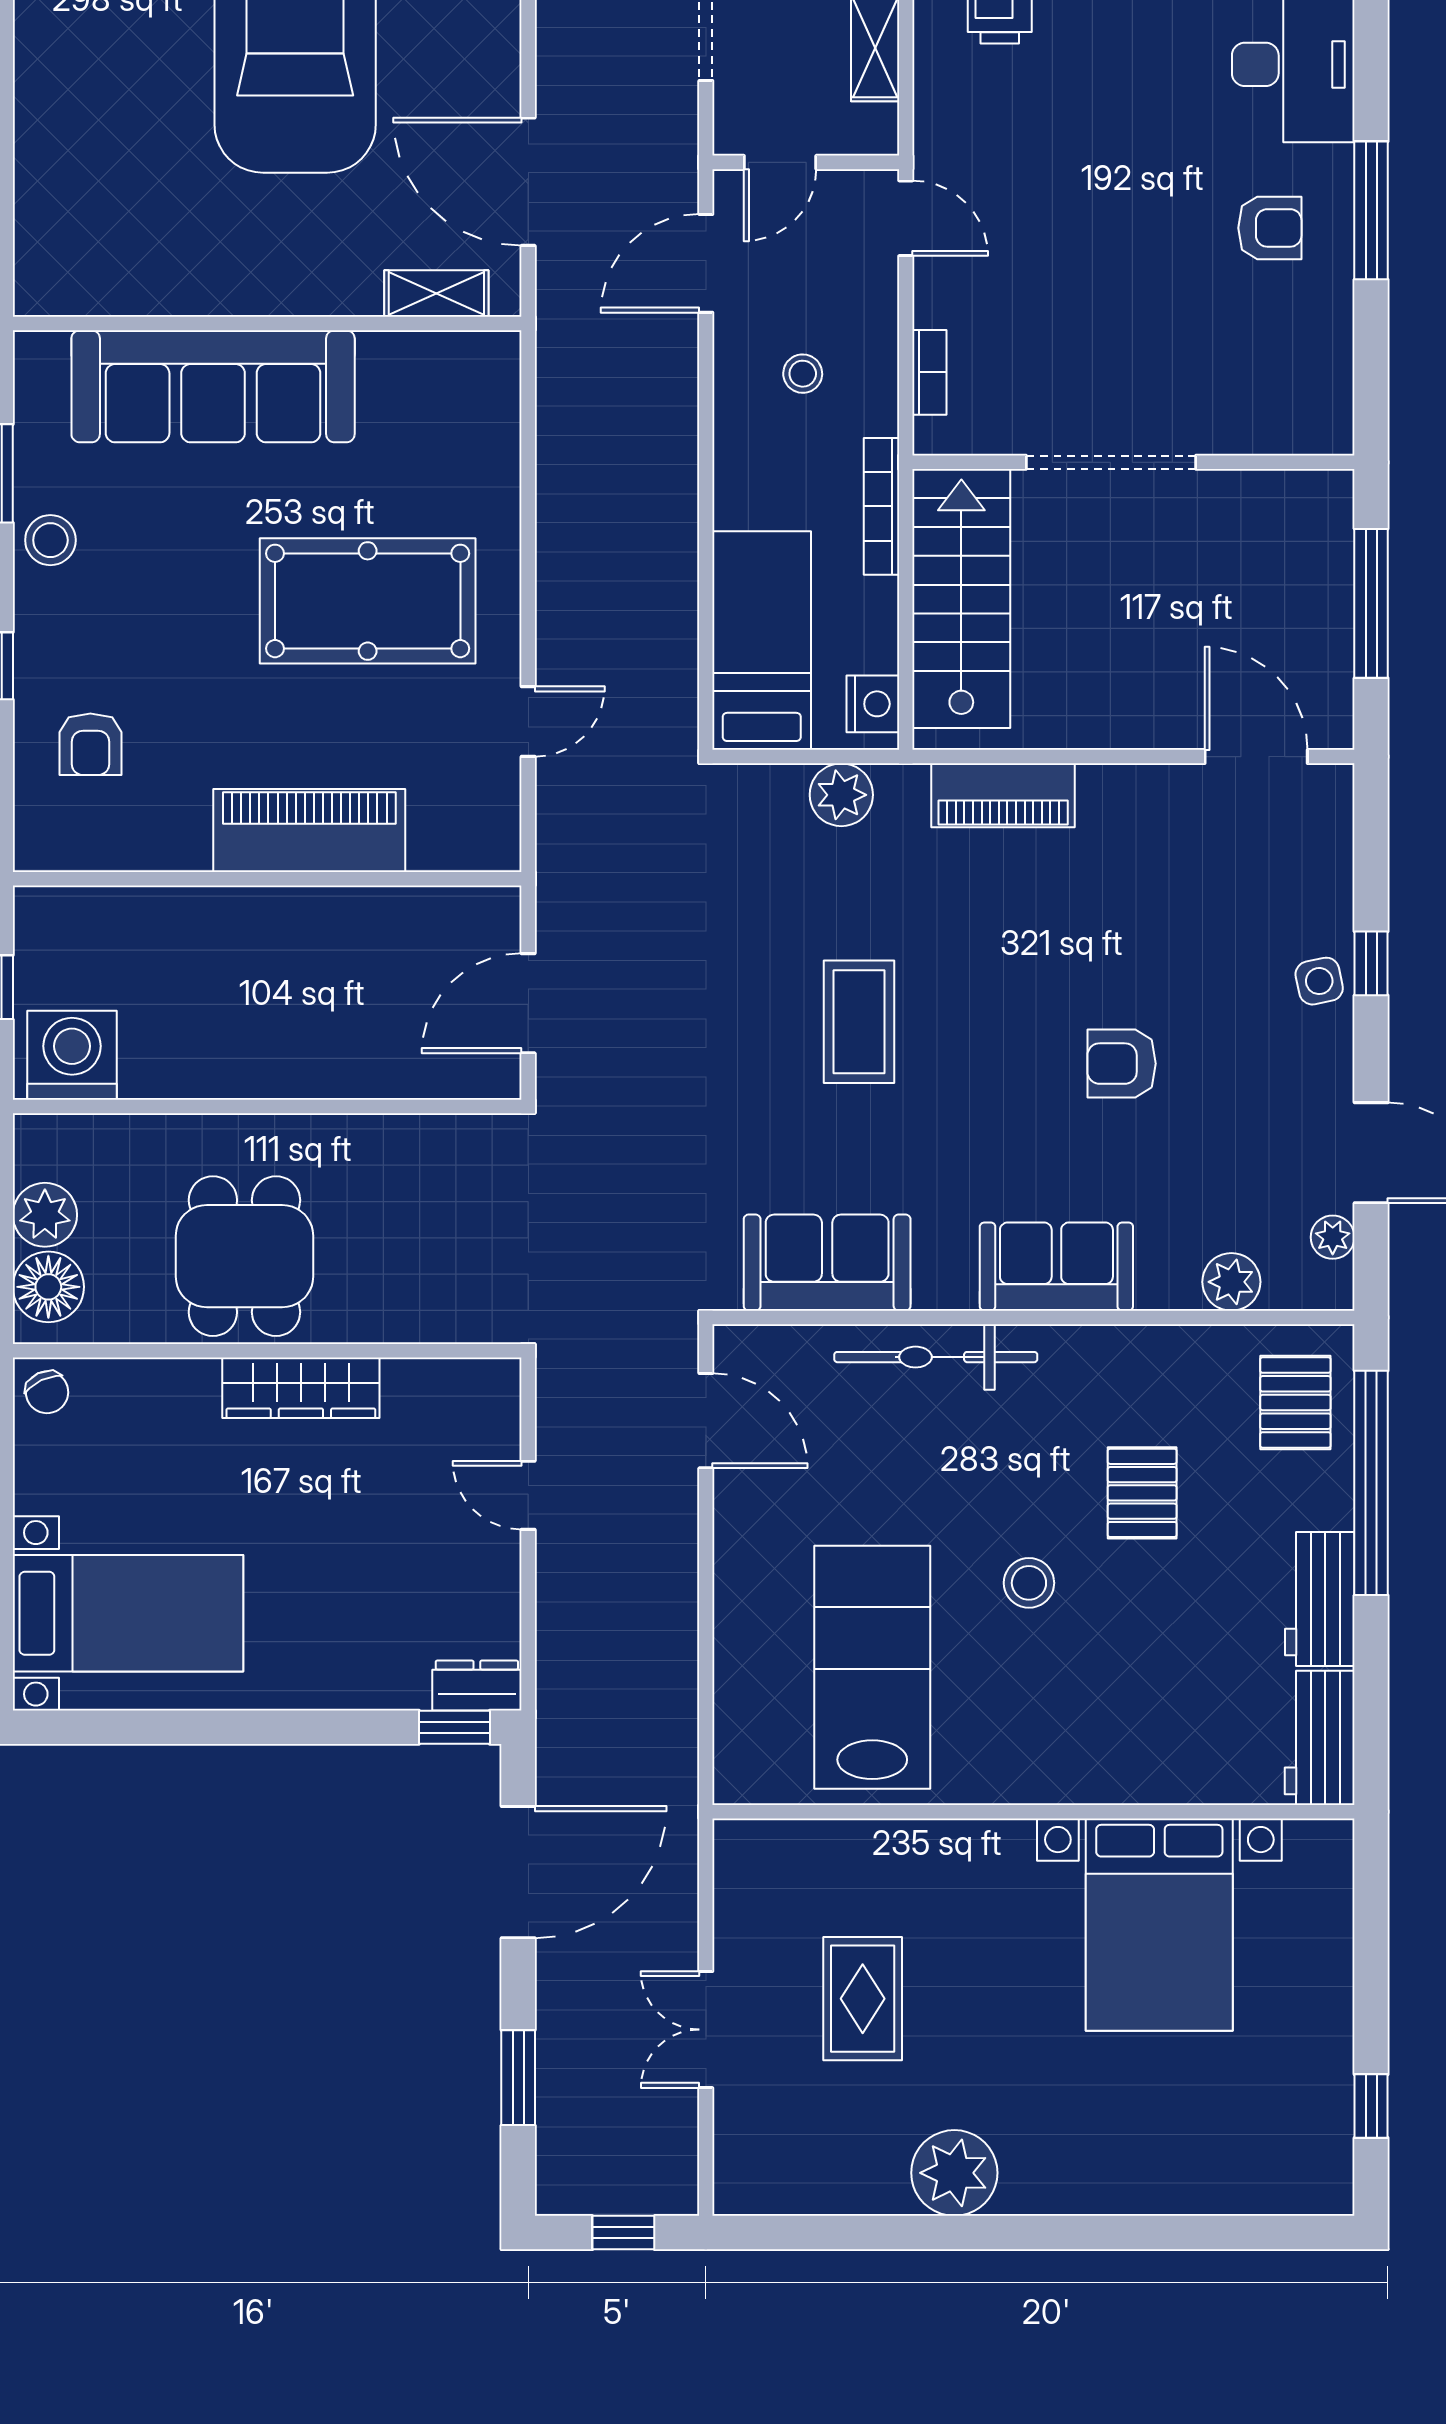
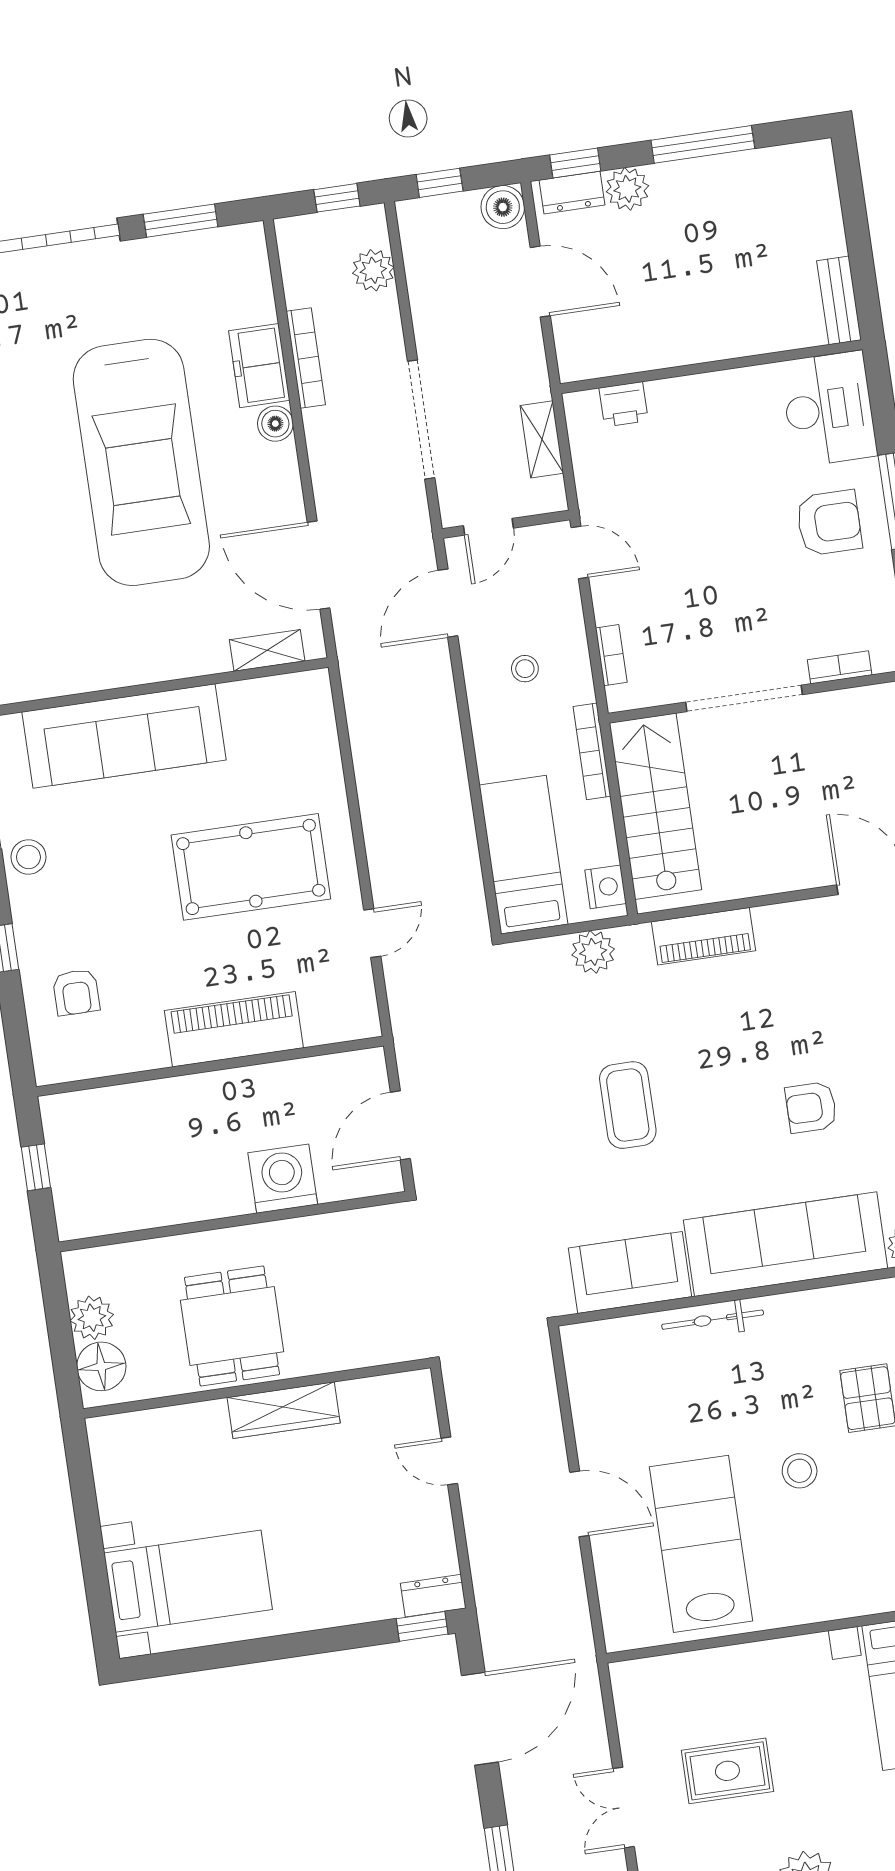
armchair: (1270, 228) -> (829, 523), width x1.38, depth x1.38
bookcase: (1255, 438) -> (840, 667), added
washing machine: (72, 1055) -> (283, 1179), moved
sofa: (1056, 1267) -> (786, 1244), width x1.85, depth x1.27
bicycle: (936, 1357) -> (713, 1320), width x0.73, depth x0.71
chair: (47, 1392) -> (111, 1438), removed
door: (706, 1421) -> (579, 1504), moved
rug: (863, 1999) -> (727, 1771), turned 90

